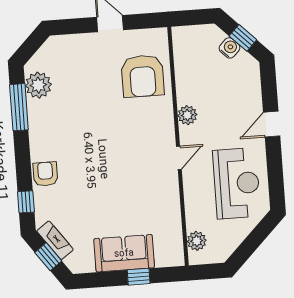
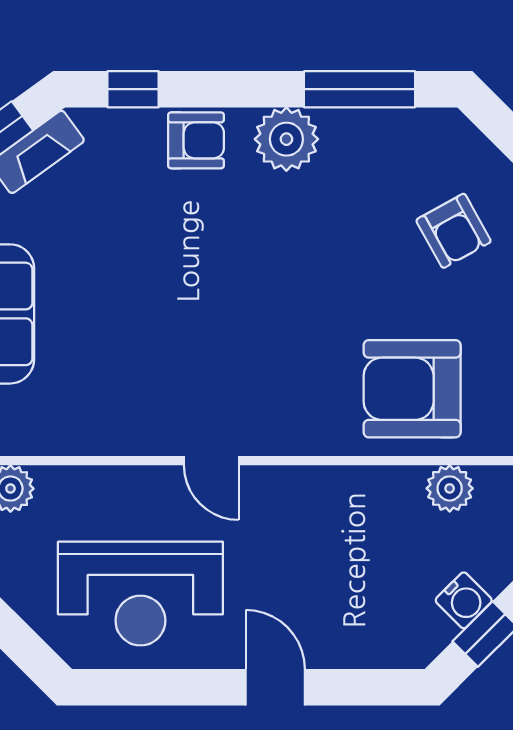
armchair: (75, 64) -> (454, 231), added
plant: (38, 85) -> (286, 139), moved
plant: (187, 115) -> (450, 488), moved

